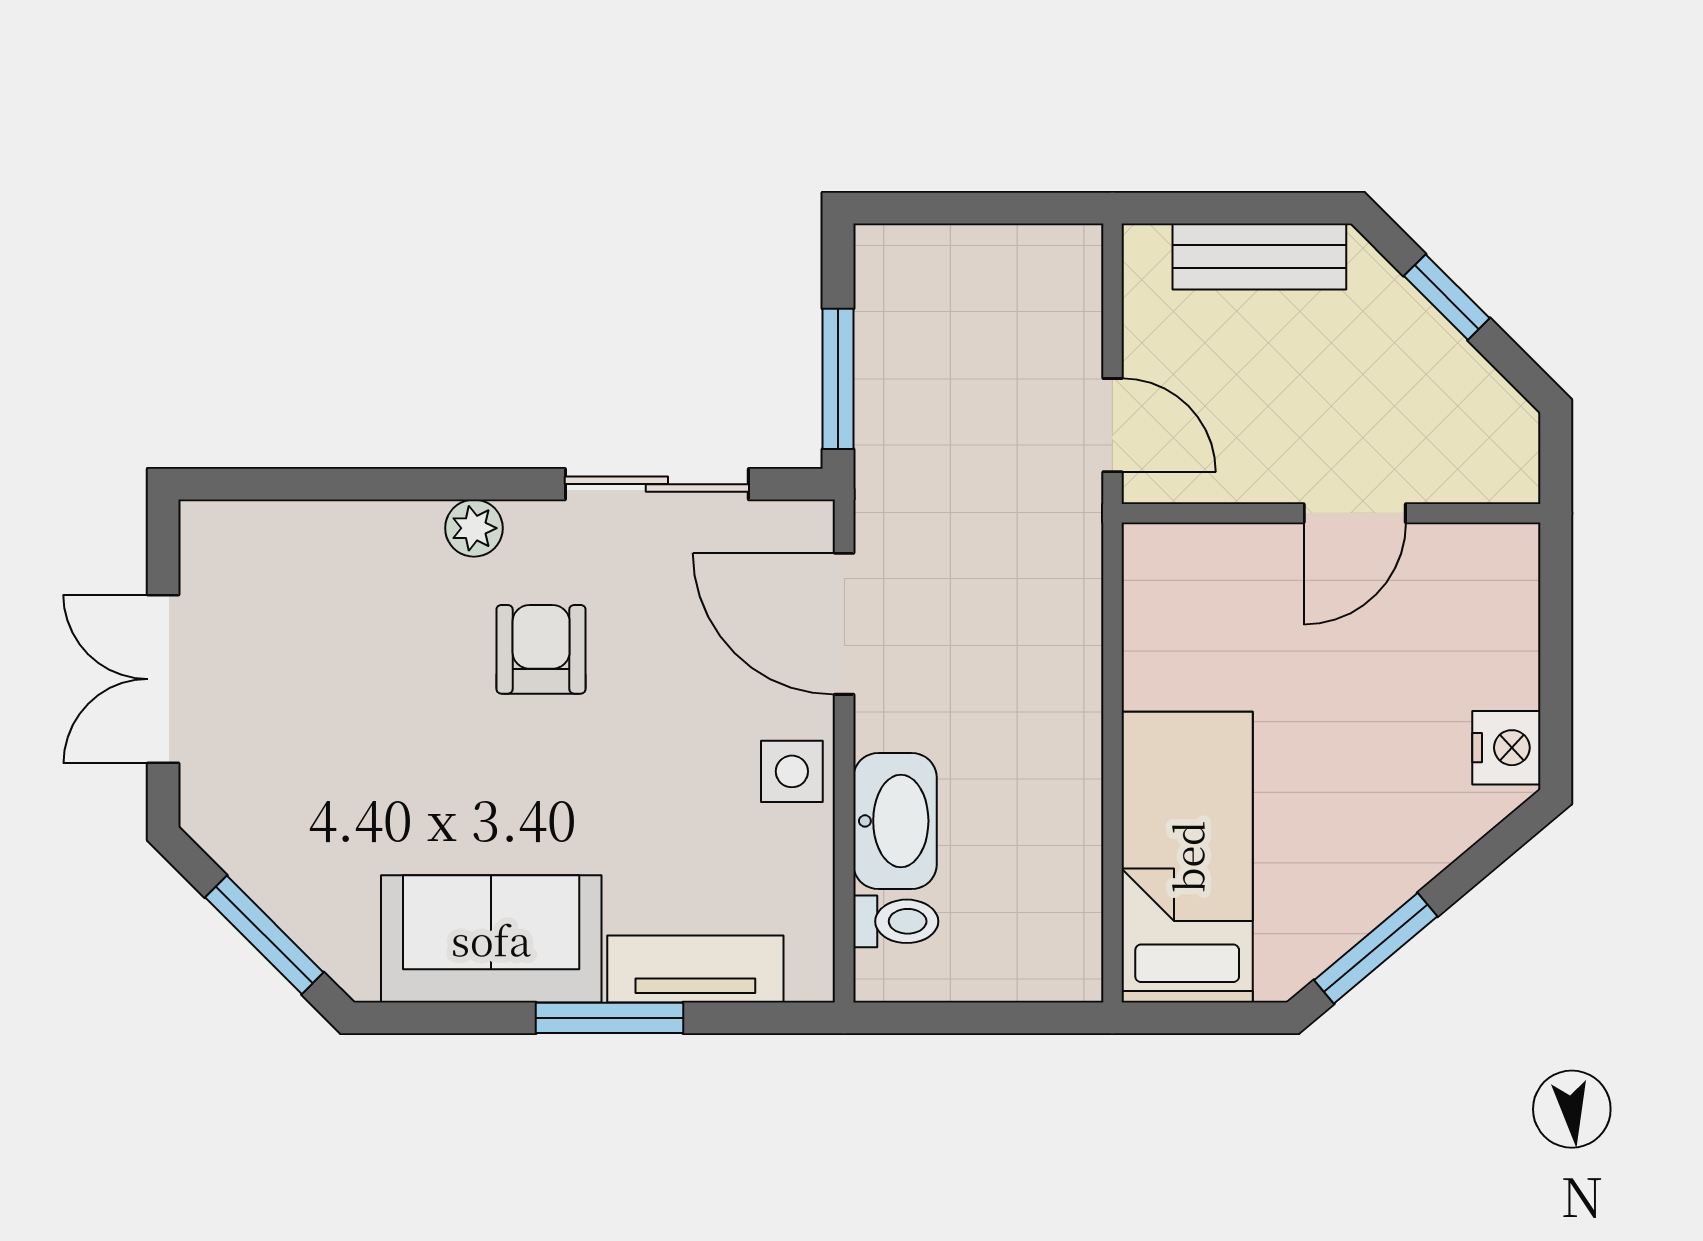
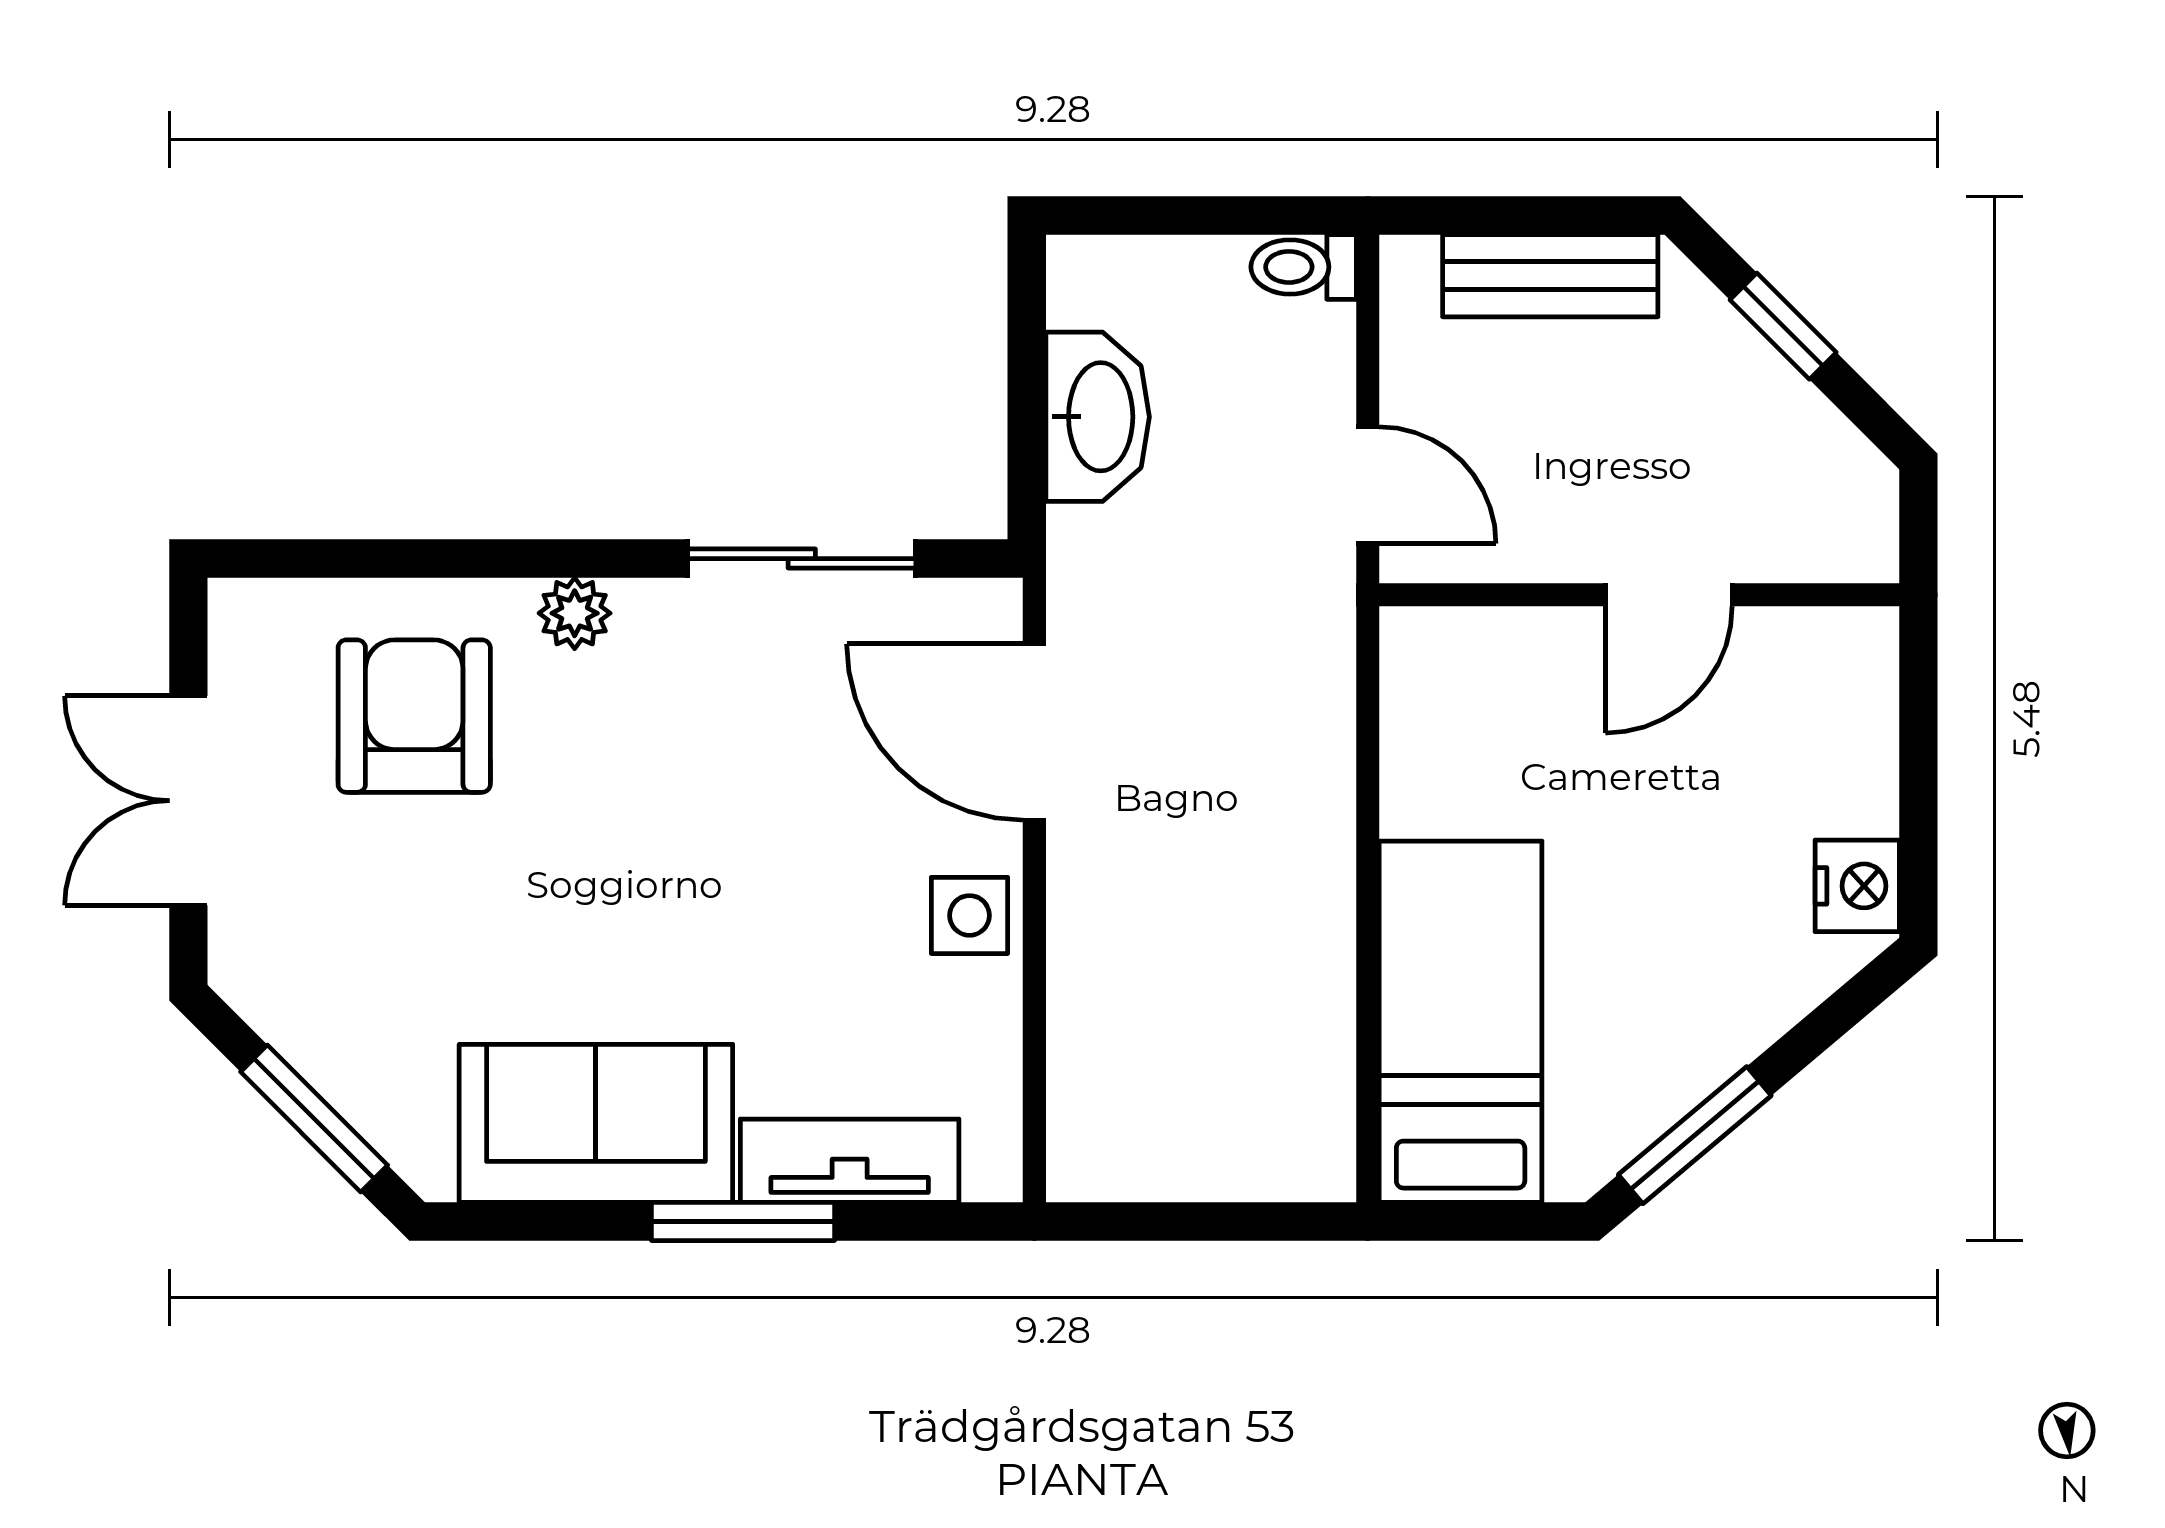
window: (838, 379) -> (1027, 428), removed
armchair: (541, 649) -> (414, 716), moved, width x1.38, depth x1.38
washbasin: (895, 821) -> (1098, 417), moved
toilet: (896, 921) -> (1304, 267), moved, turned 180

